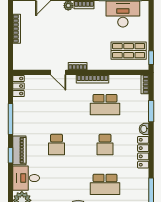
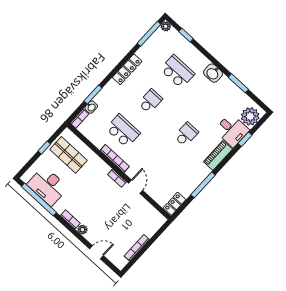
window: (151, 58) -> (44, 148), moved
washbasin: (144, 129) -> (91, 107), moved
window: (10, 155) -> (245, 139), moved

